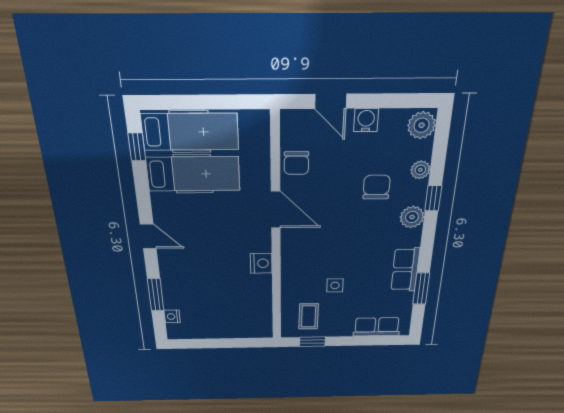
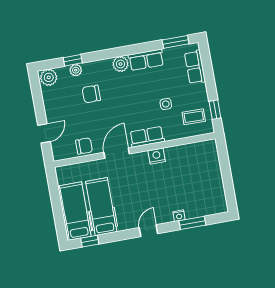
water cooler: (366, 120) -> (51, 111), removed
window: (433, 198) -> (73, 60), moved
plant: (412, 217) -> (120, 64), moved
row of seats: (293, 255) -> (147, 137), added
window: (421, 289) -> (176, 42), moved
nightstand: (172, 316) -> (179, 216), moved

